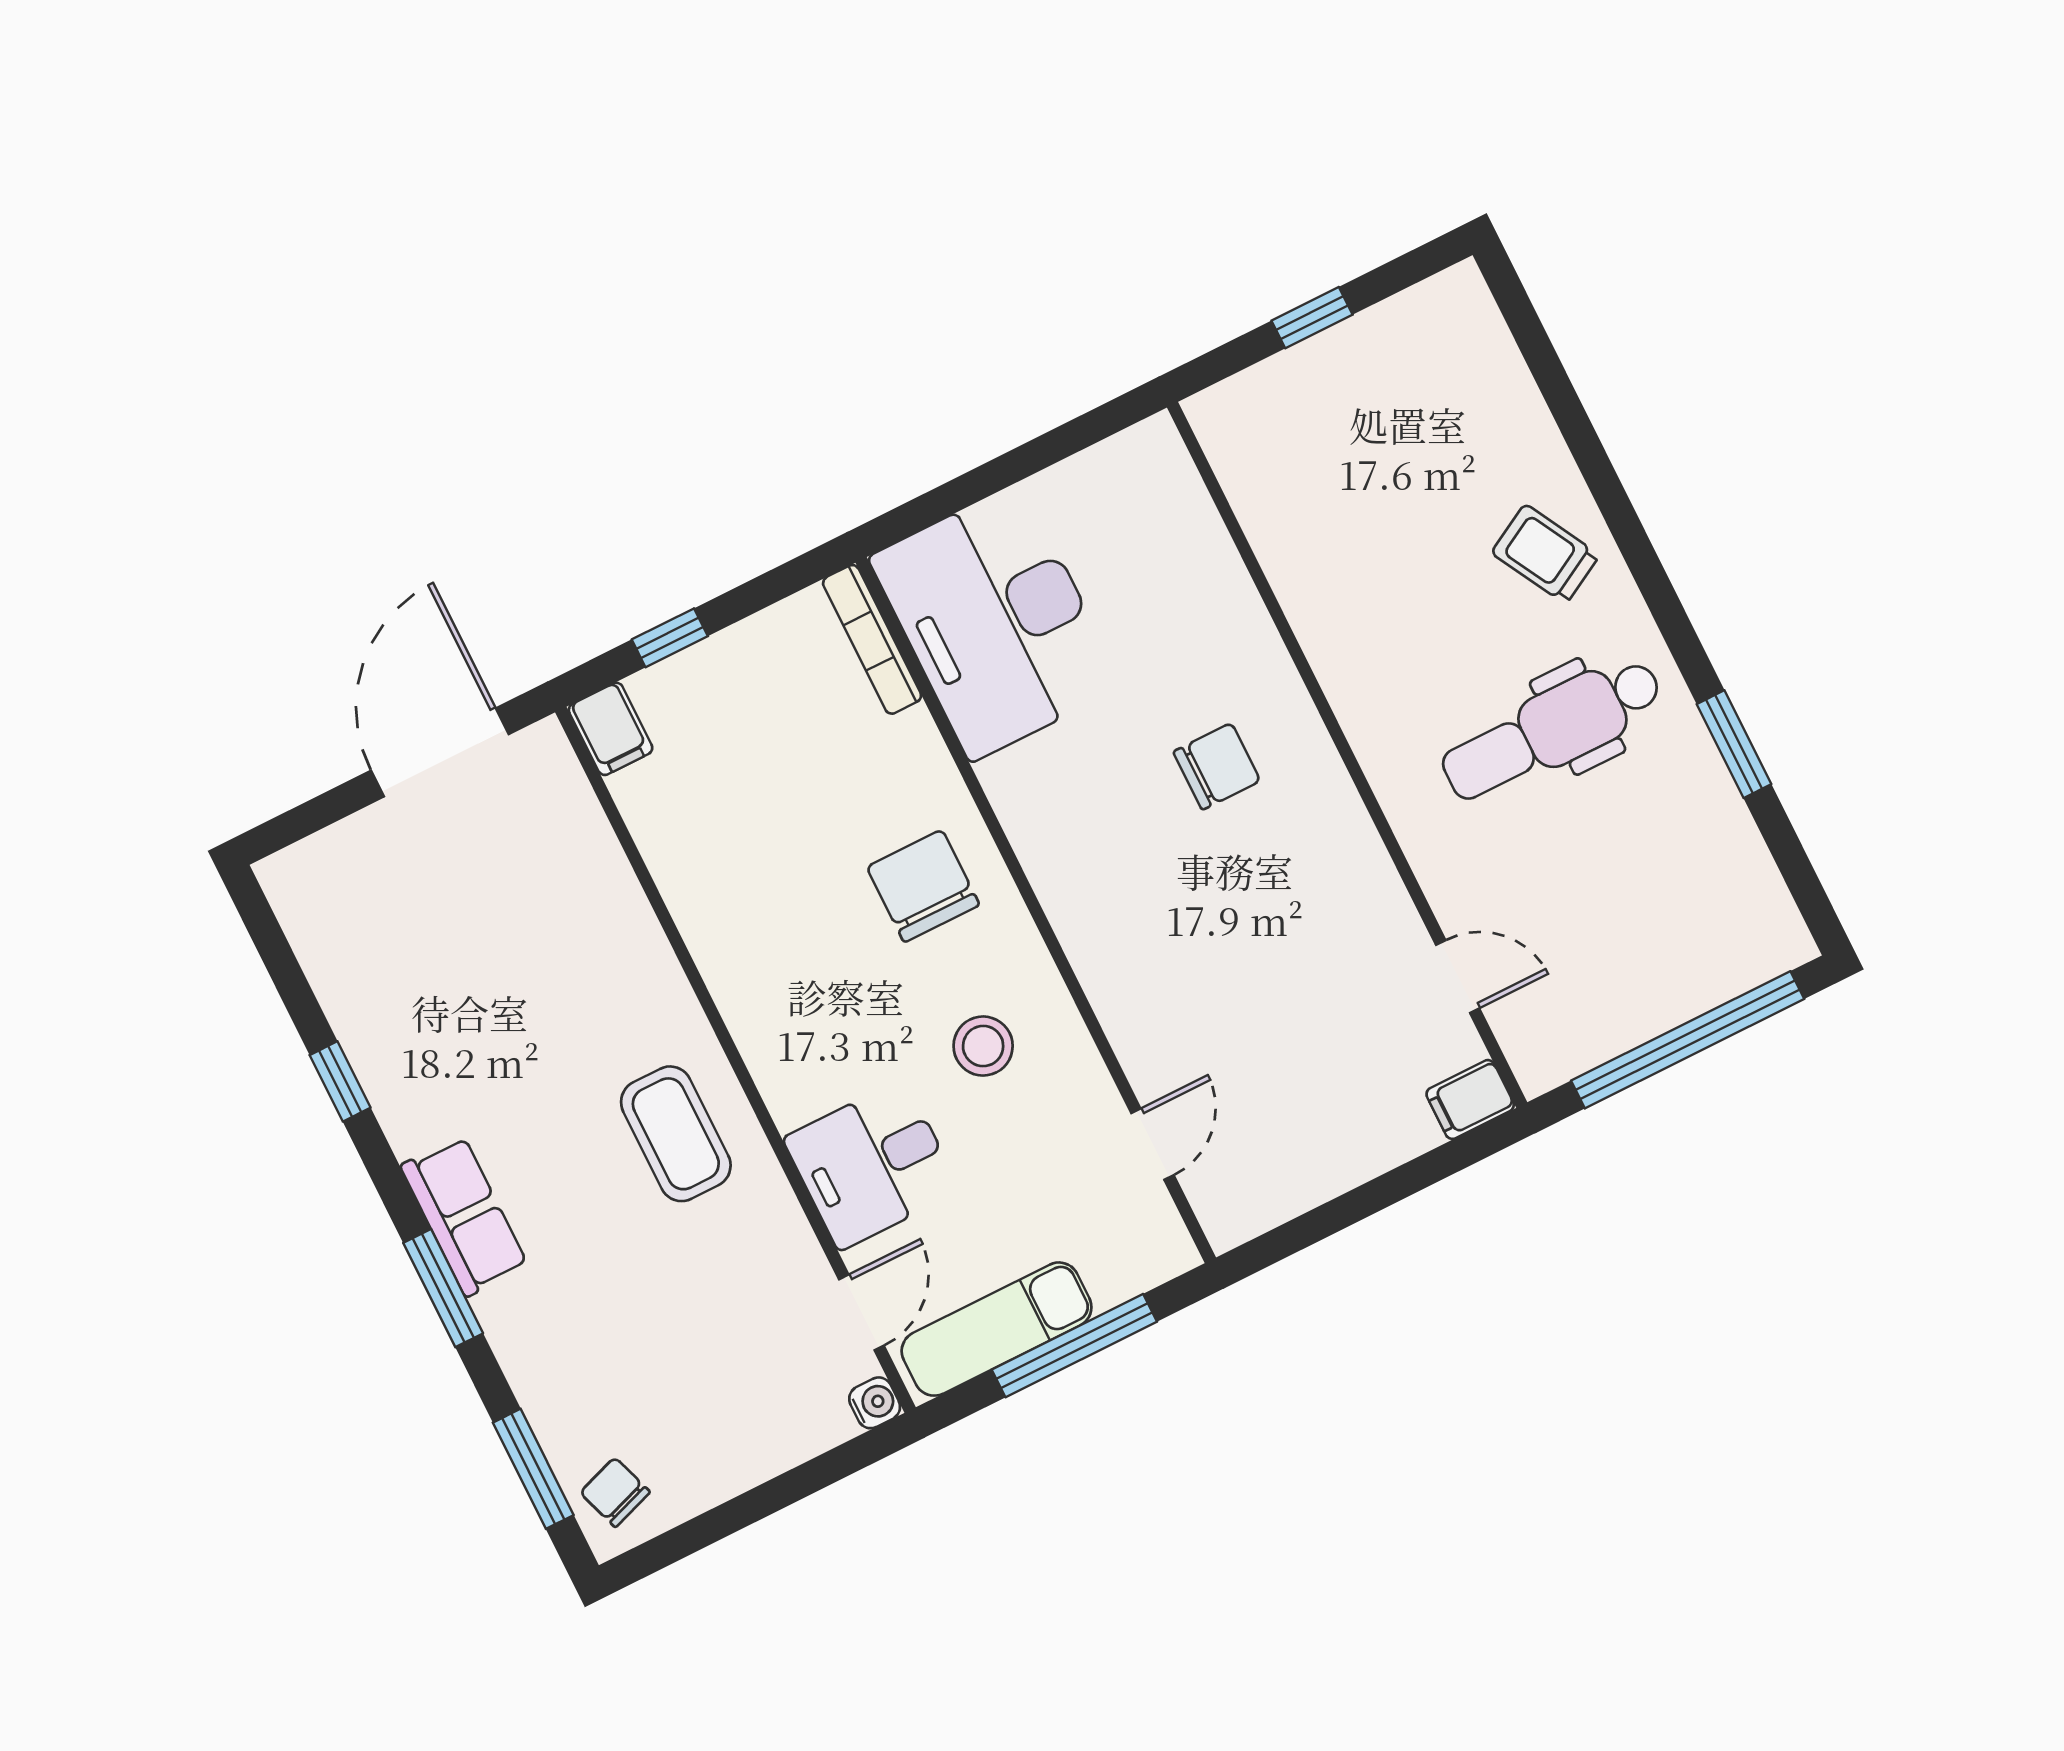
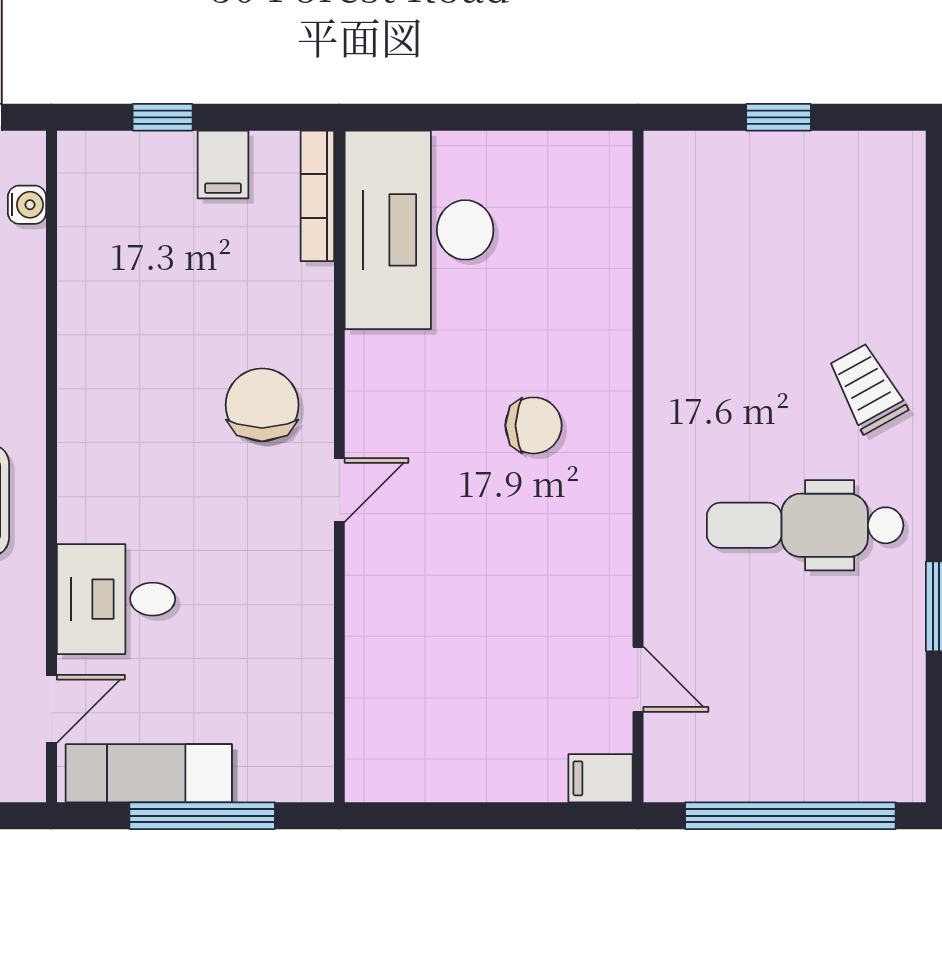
filing cabinet: (611, 729) -> (223, 164), moved
stool: (983, 1046) -> (247, 551), removed
door: (1152, 1144) -> (339, 490), moved
water cooler: (875, 1403) -> (27, 205), moved

